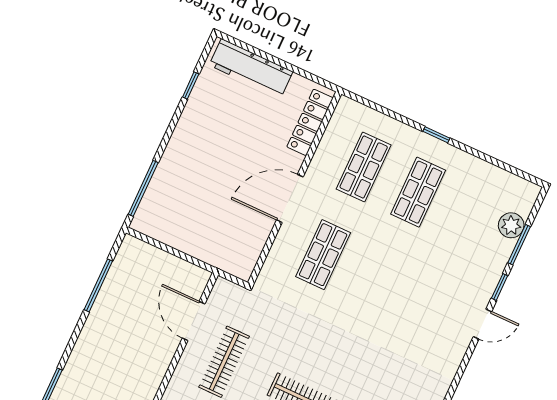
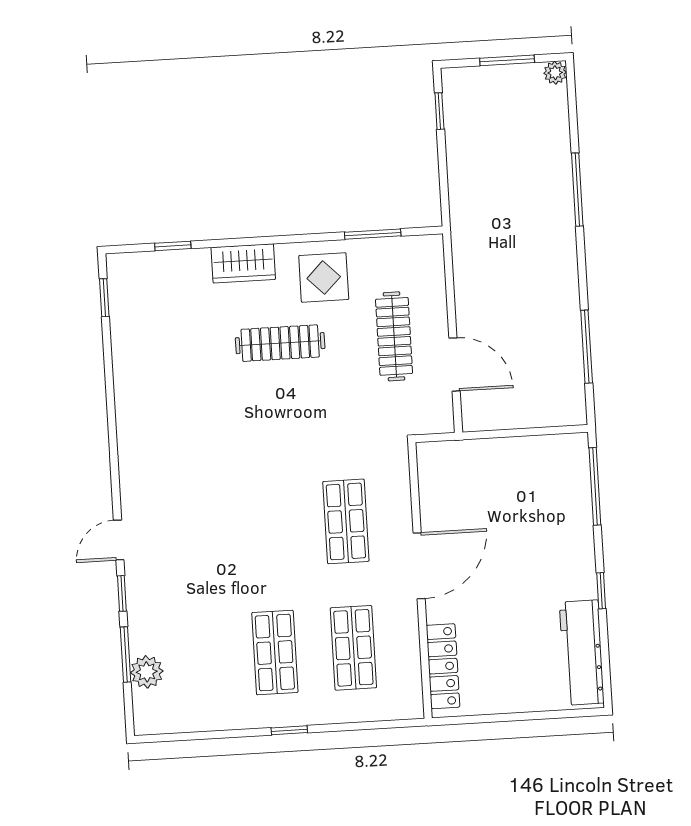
workbench: (251, 68) -> (582, 653), moved, turned -90
window: (191, 86) -> (601, 591), moved

